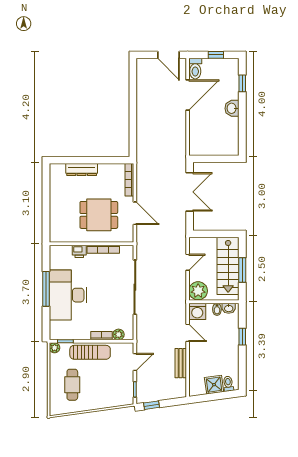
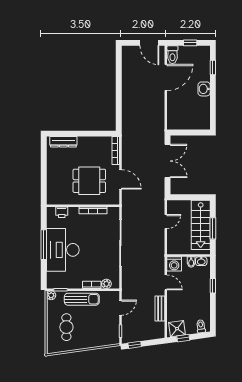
dresser: (82, 170) -> (63, 142), moved
printer: (79, 251) -> (62, 212), moved
plant: (198, 291) -> (175, 246), removed
shower: (214, 385) -> (177, 329), moved
window: (208, 397) -> (183, 338), added

